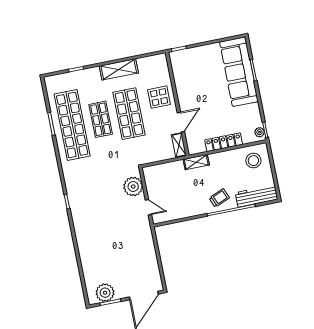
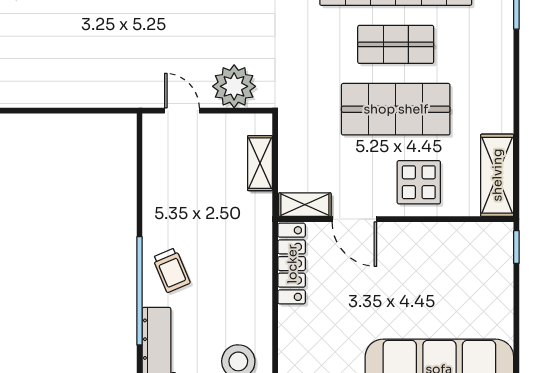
shelving: (119, 69) -> (497, 175), moved
locker: (224, 142) -> (292, 264), moved
shelving: (196, 162) -> (260, 163), moved
door: (148, 207) -> (182, 111), swing flipped

